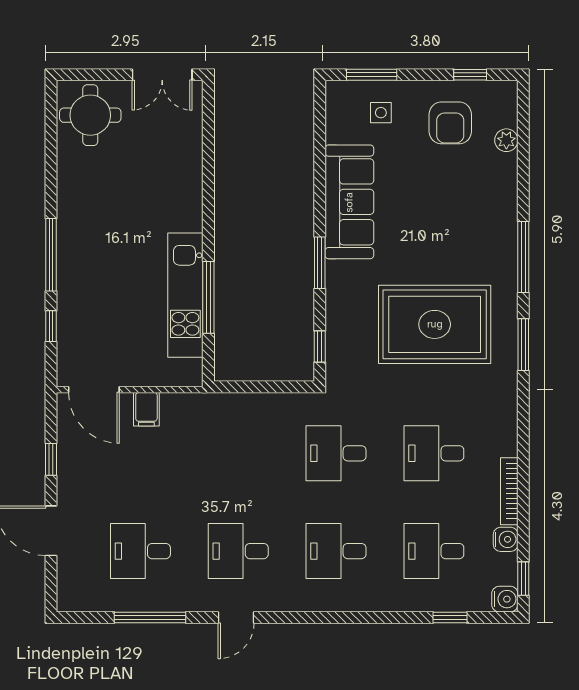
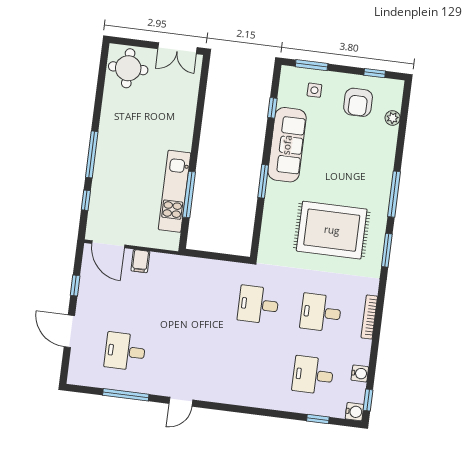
window: (320, 346) -> (272, 108), moved
bookcase: (509, 491) -> (369, 317), moved
desk: (238, 551) -> (188, 359), removed
desk: (336, 551) -> (250, 367), removed

